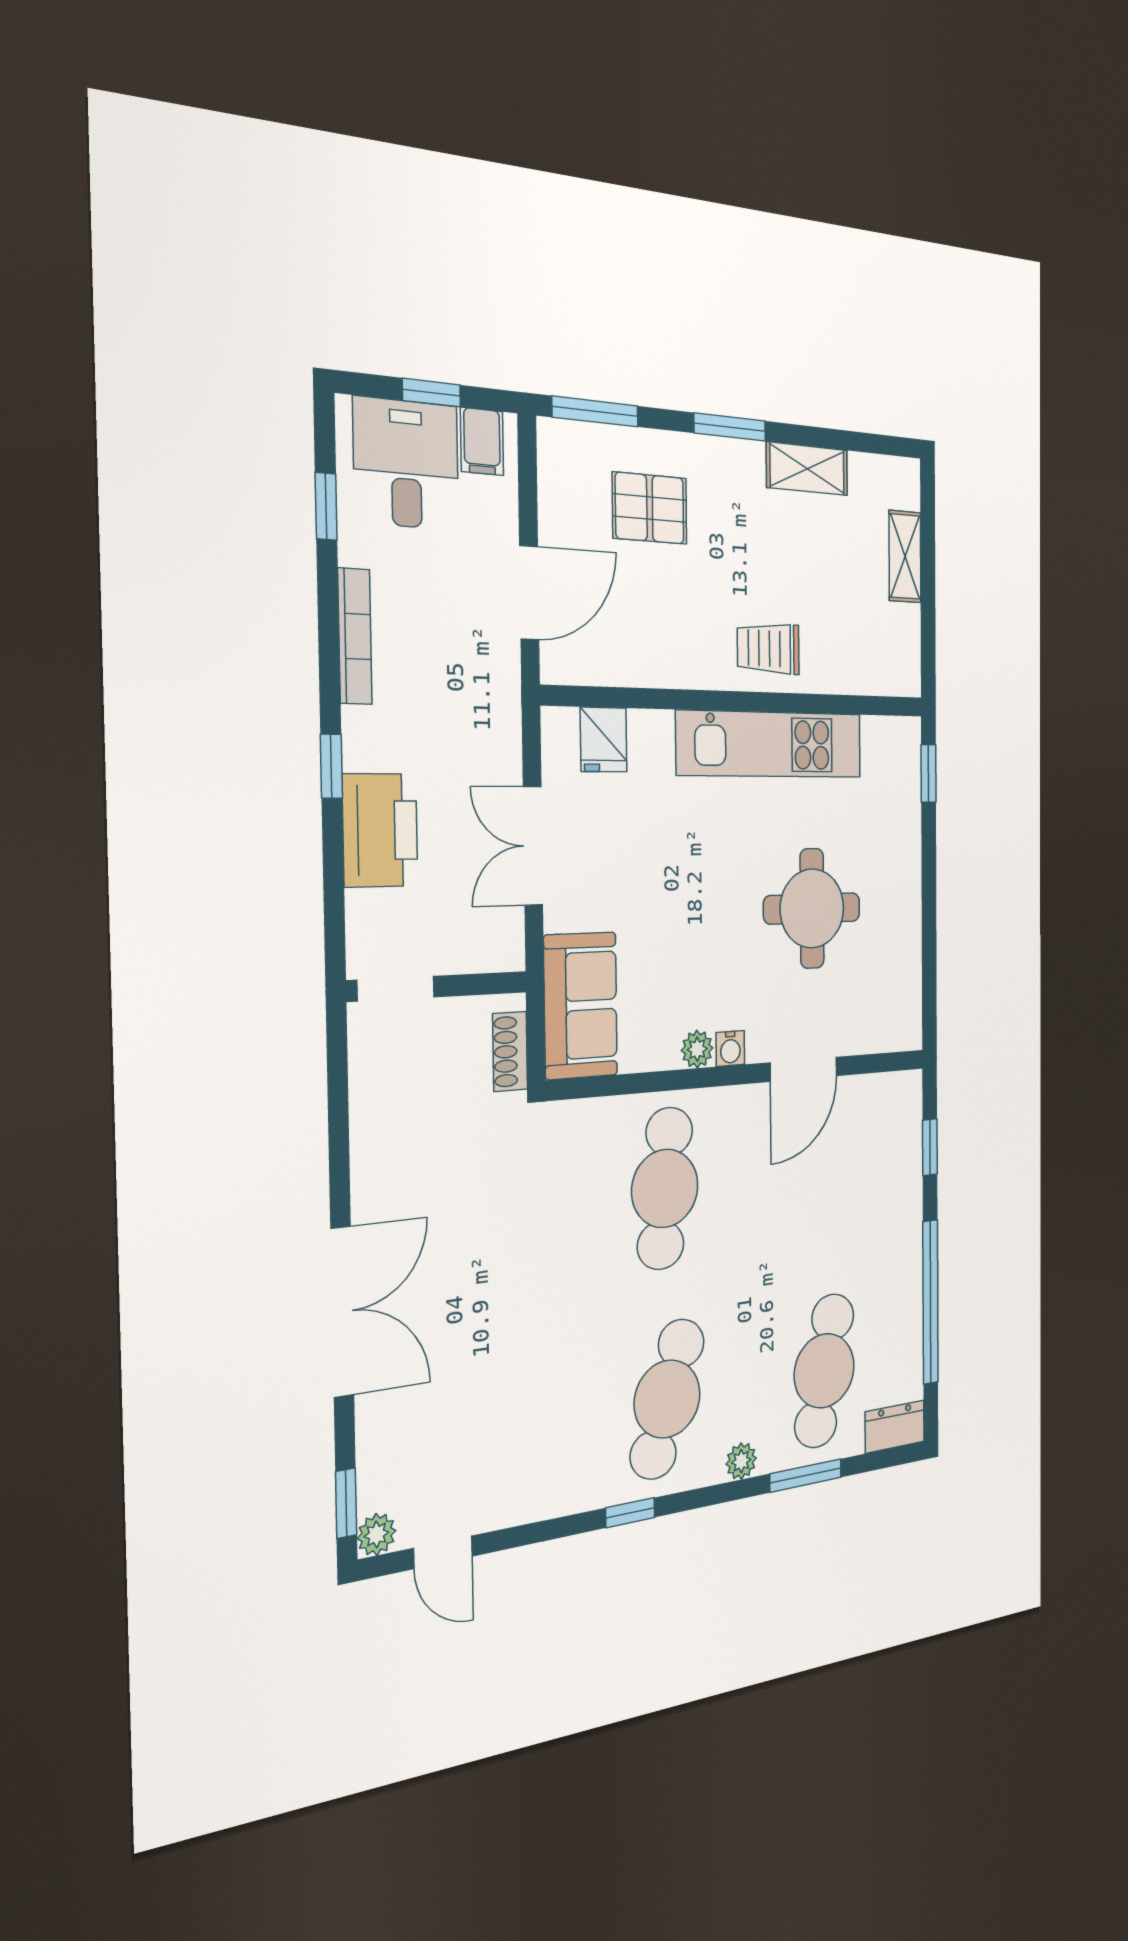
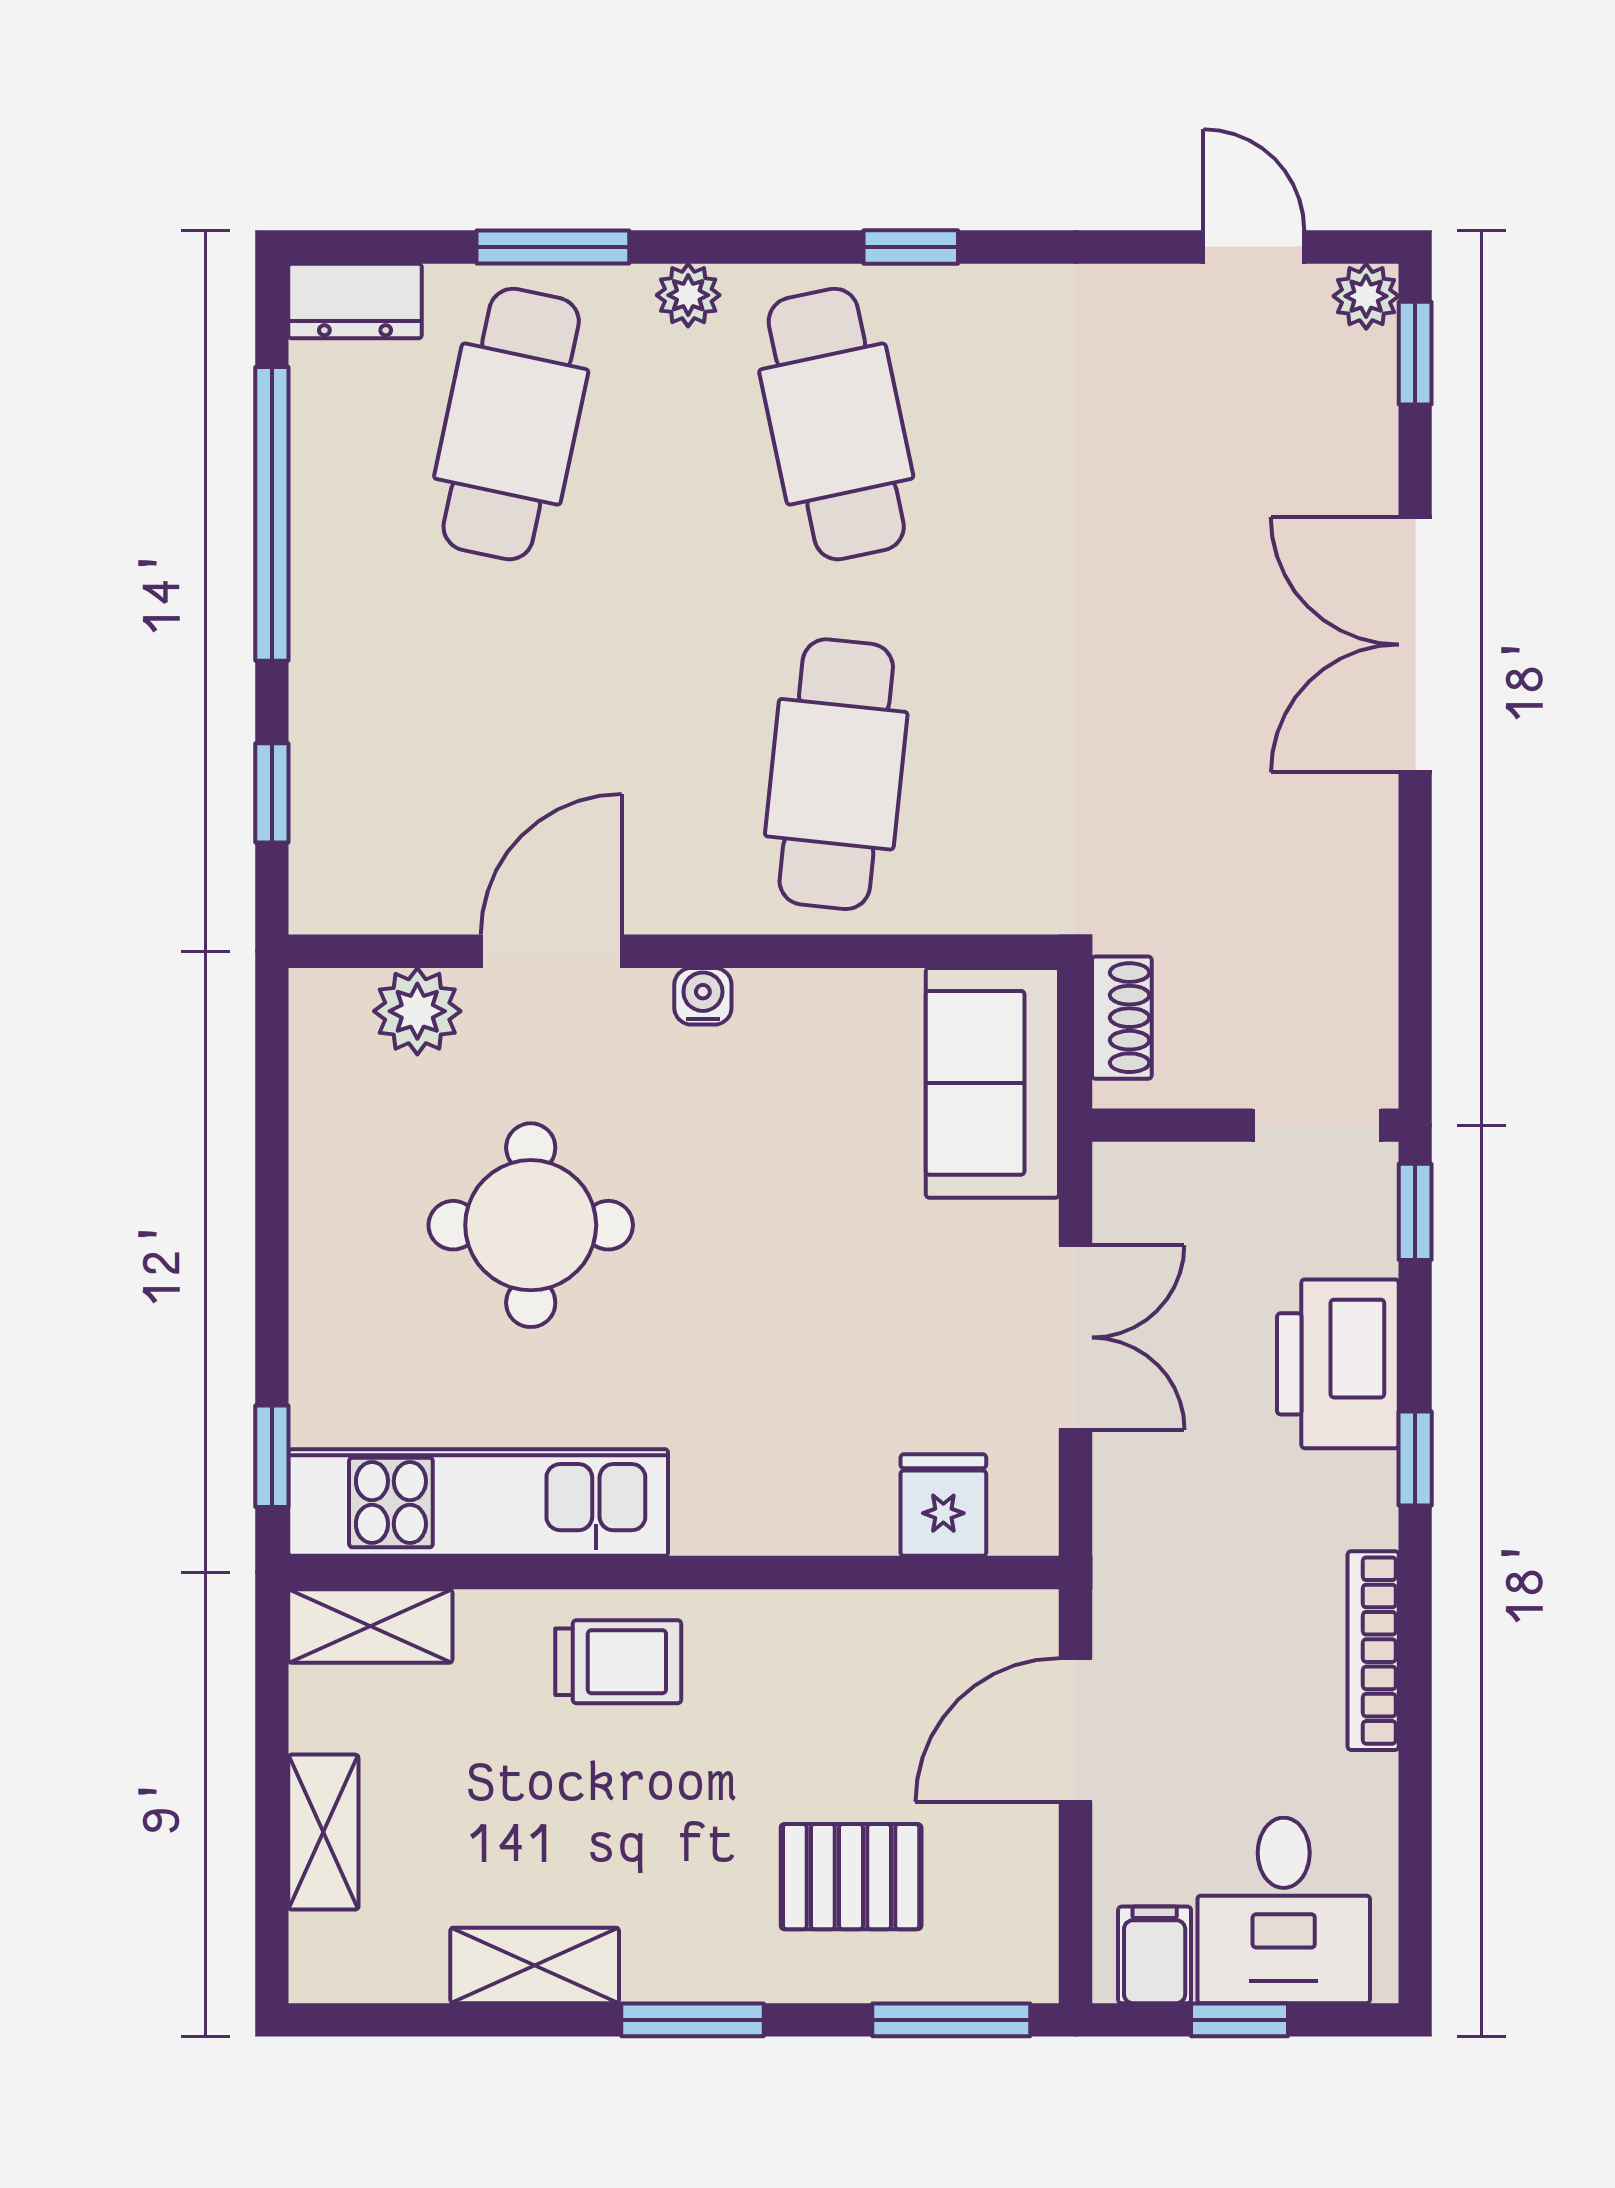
window: (326, 506) -> (1415, 1212), moved
shelving: (884, 675) -> (370, 1626), added
kitchen unit: (770, 744) -> (478, 1502), moved
plant: (697, 1049) -> (417, 1011), moved, width x1.38, depth x1.38
cafe table: (667, 1399) -> (836, 424), turned -30

